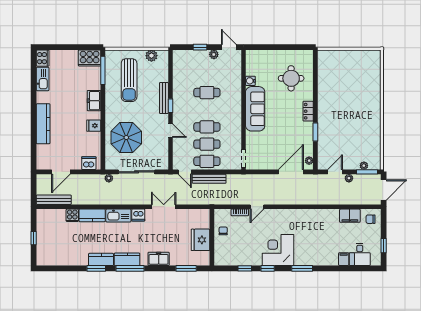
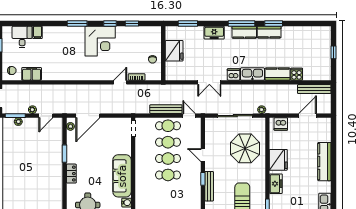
cafe table: (207, 93) -> (168, 175), moved
fridge: (94, 126) -> (278, 160), width x1.88, depth x1.34

